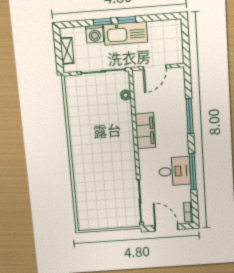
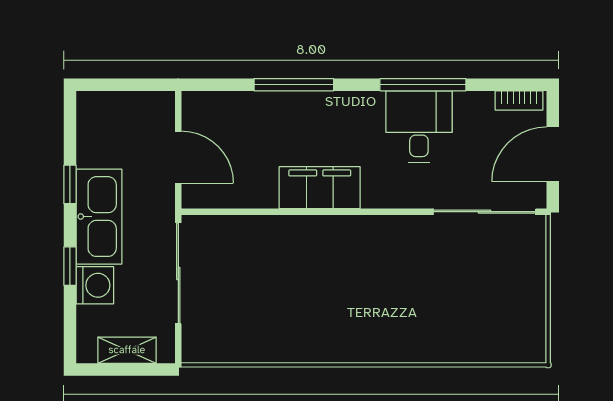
window: (127, 20) -> (70, 184), moved
plant: (125, 95) -> (235, 227), removed

